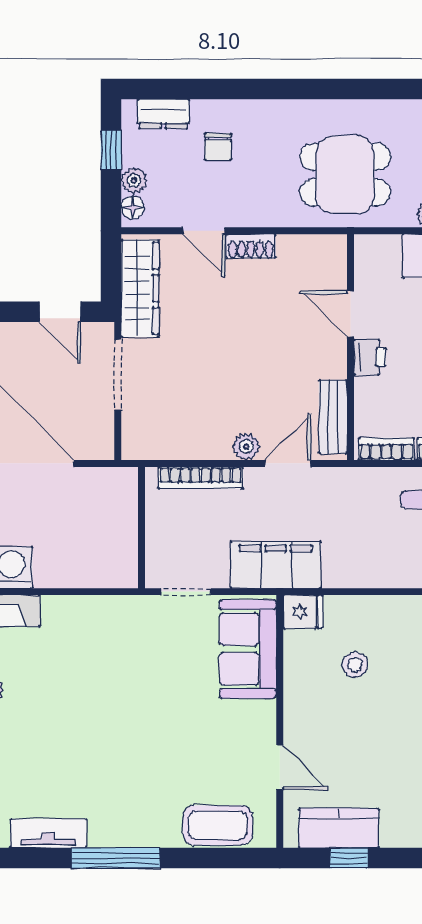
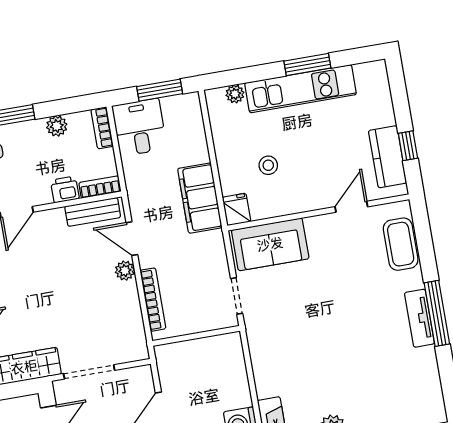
printer: (370, 357) -> (65, 190), moved
bookcase: (386, 449) -> (100, 187), moved, turned 90
filing cabinet: (276, 565) -> (200, 198), moved
tv unit: (48, 833) -> (419, 318), moved

